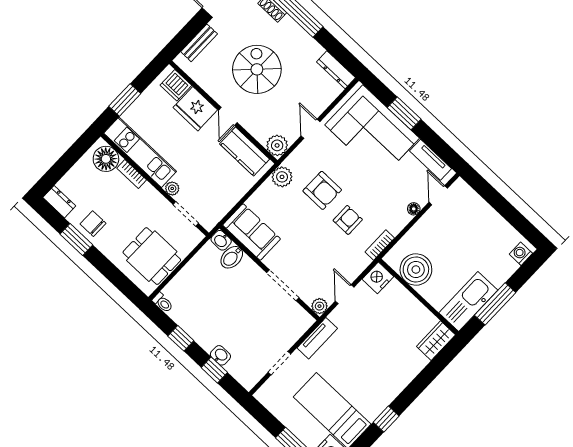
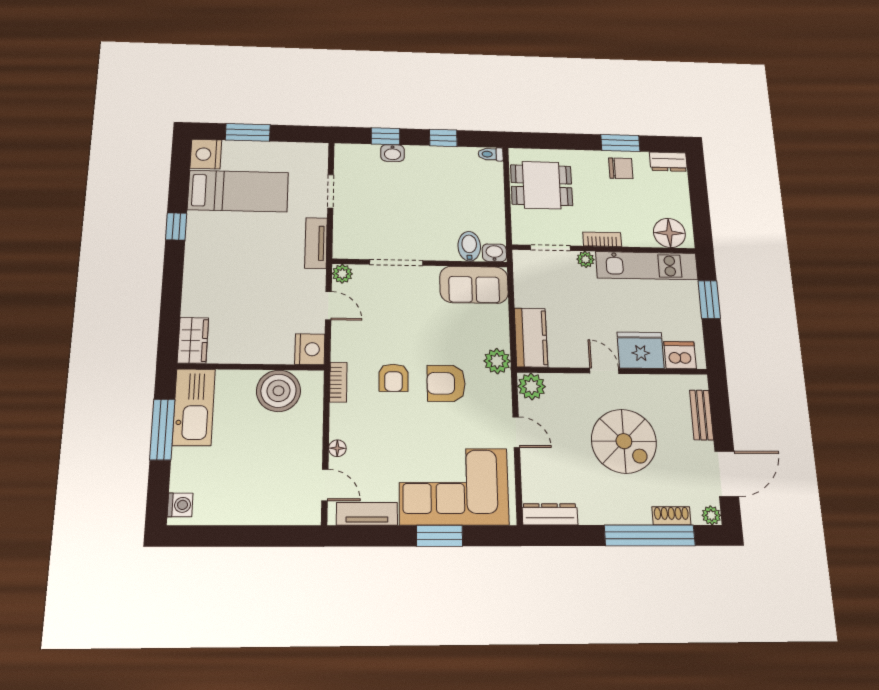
kitchen counter: (245, 151) -> (531, 337), moved, turned 90
bookcase: (132, 174) -> (602, 239), moved

